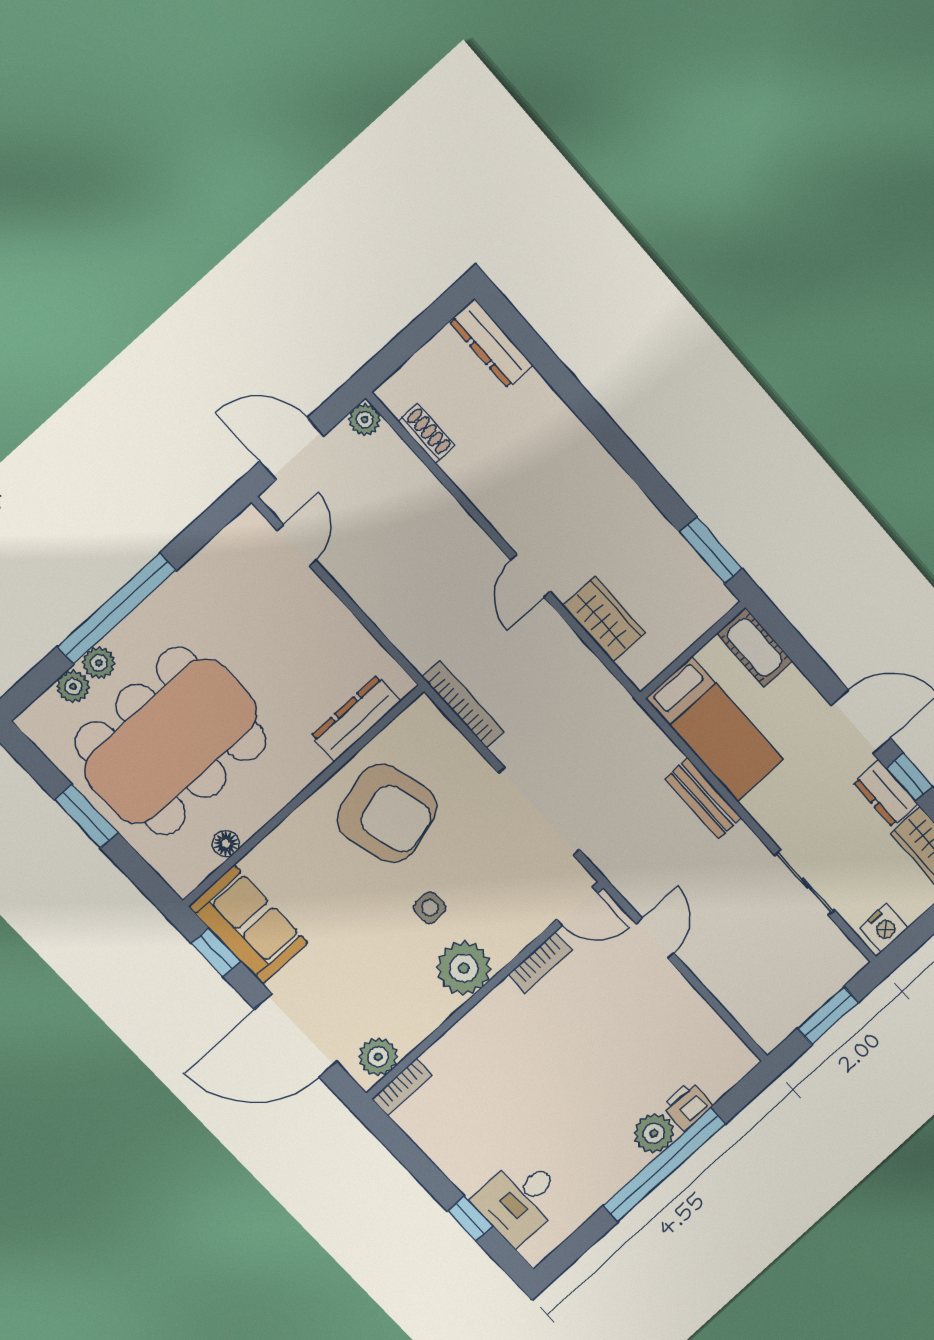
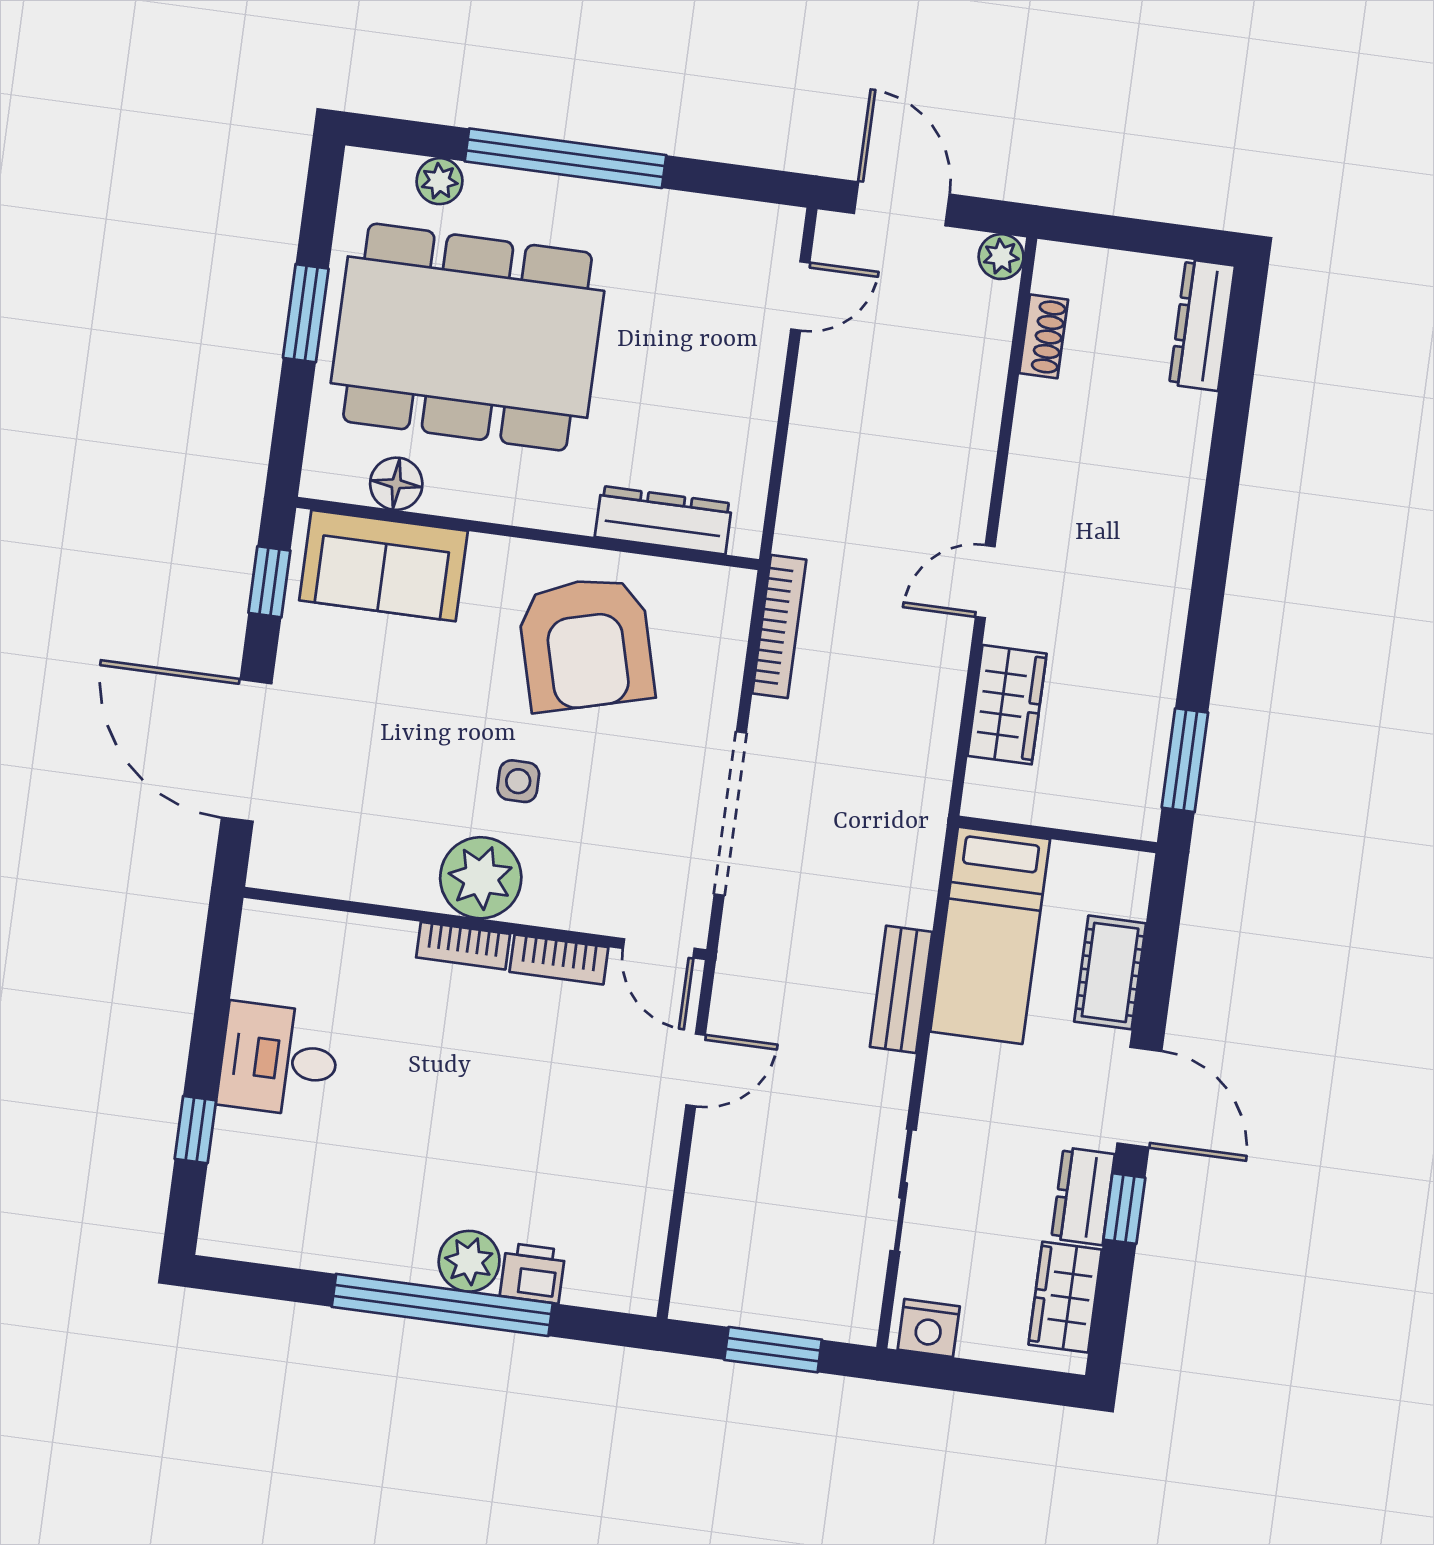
cot: (754, 647) -> (1110, 972), moved
plant: (99, 663) -> (489, 188), removed
floor lamp: (226, 844) -> (396, 484), width x1.37, depth x1.37
sofa: (248, 924) -> (383, 566), moved, turned 90
plant: (378, 1057) -> (299, 865), removed
bookcase: (402, 1087) -> (463, 946), moved
desk: (520, 1200) -> (279, 1060), moved

